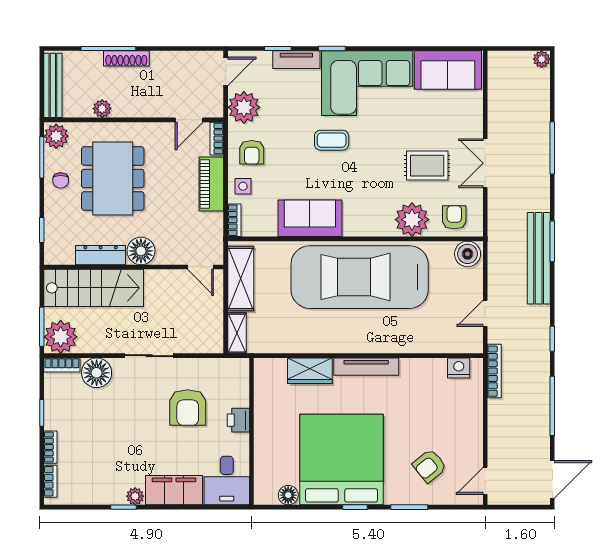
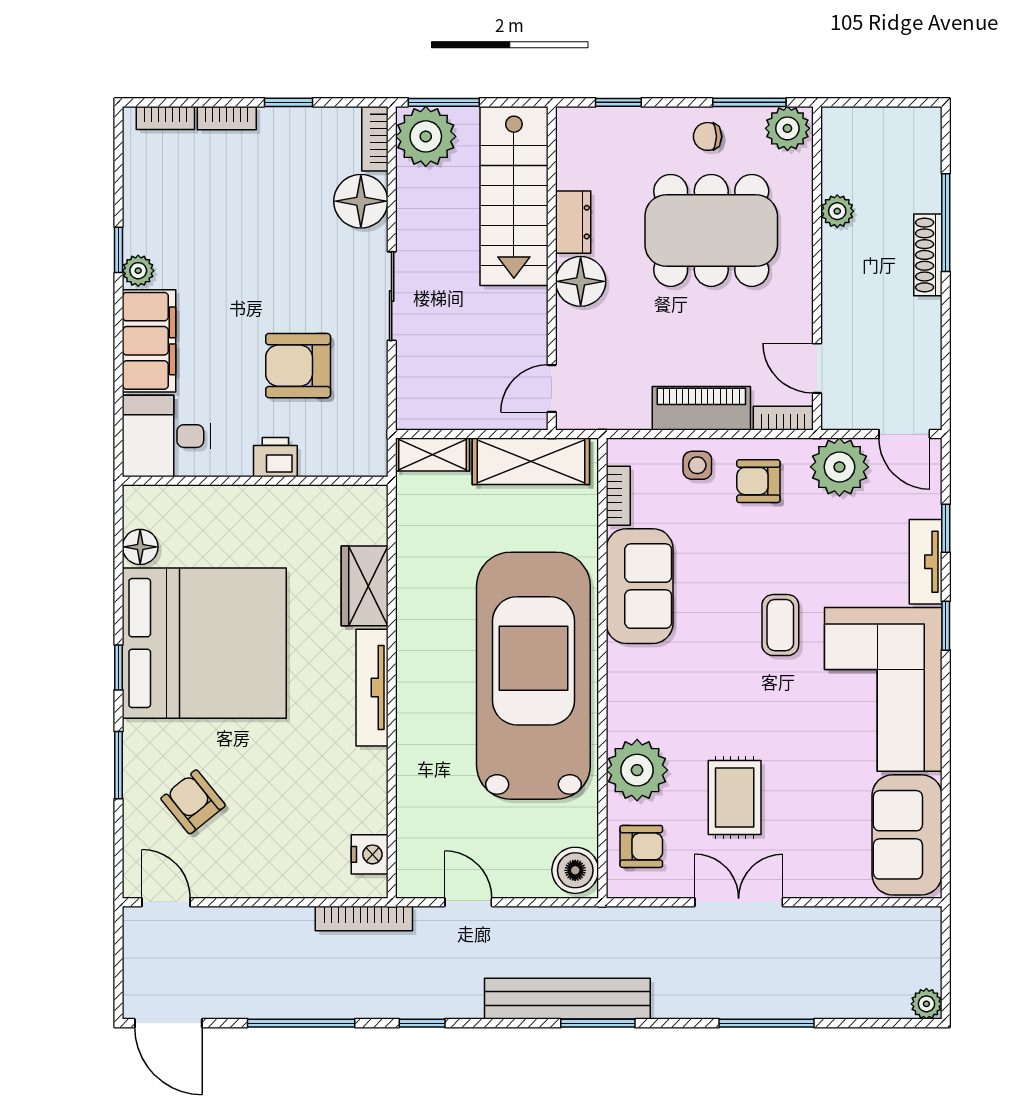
bench: (53, 85) -> (879, 123), removed
bookcase: (234, 220) -> (618, 496), moved, turned -90
dresser: (101, 255) -> (573, 222), width x0.70

